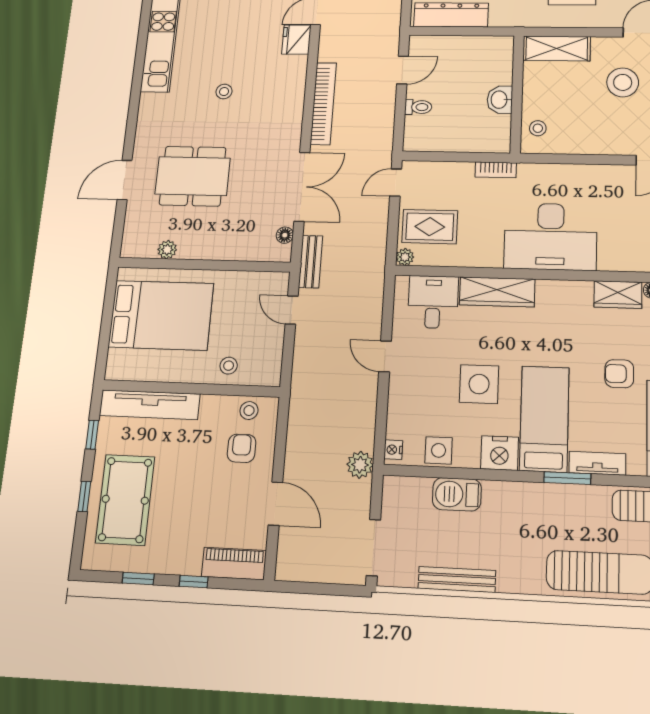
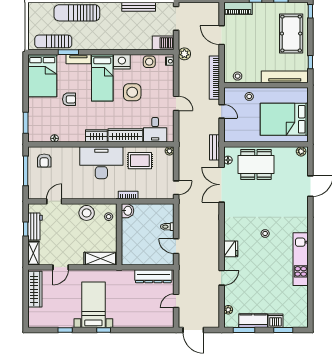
fridge: (296, 40) -> (231, 249), moved
door: (403, 70) -> (176, 246), hinge flipped
stool: (623, 82) -> (87, 213), moved
washbasin: (500, 100) -> (127, 211), moved
bookcase: (323, 103) -> (214, 78), moved
dining table: (193, 176) -> (256, 164), moved
rug: (430, 227) -> (140, 161), moved
plant: (167, 250) -> (301, 151), moved
wardrobe: (618, 295) -> (96, 136), moved
door: (292, 310) -> (222, 111), moved
armchair: (242, 448) -> (239, 59), removed
window: (567, 478) -> (68, 52), moved
barbecue: (457, 494) -> (163, 43), moved
window: (84, 496) -> (310, 11), moved

